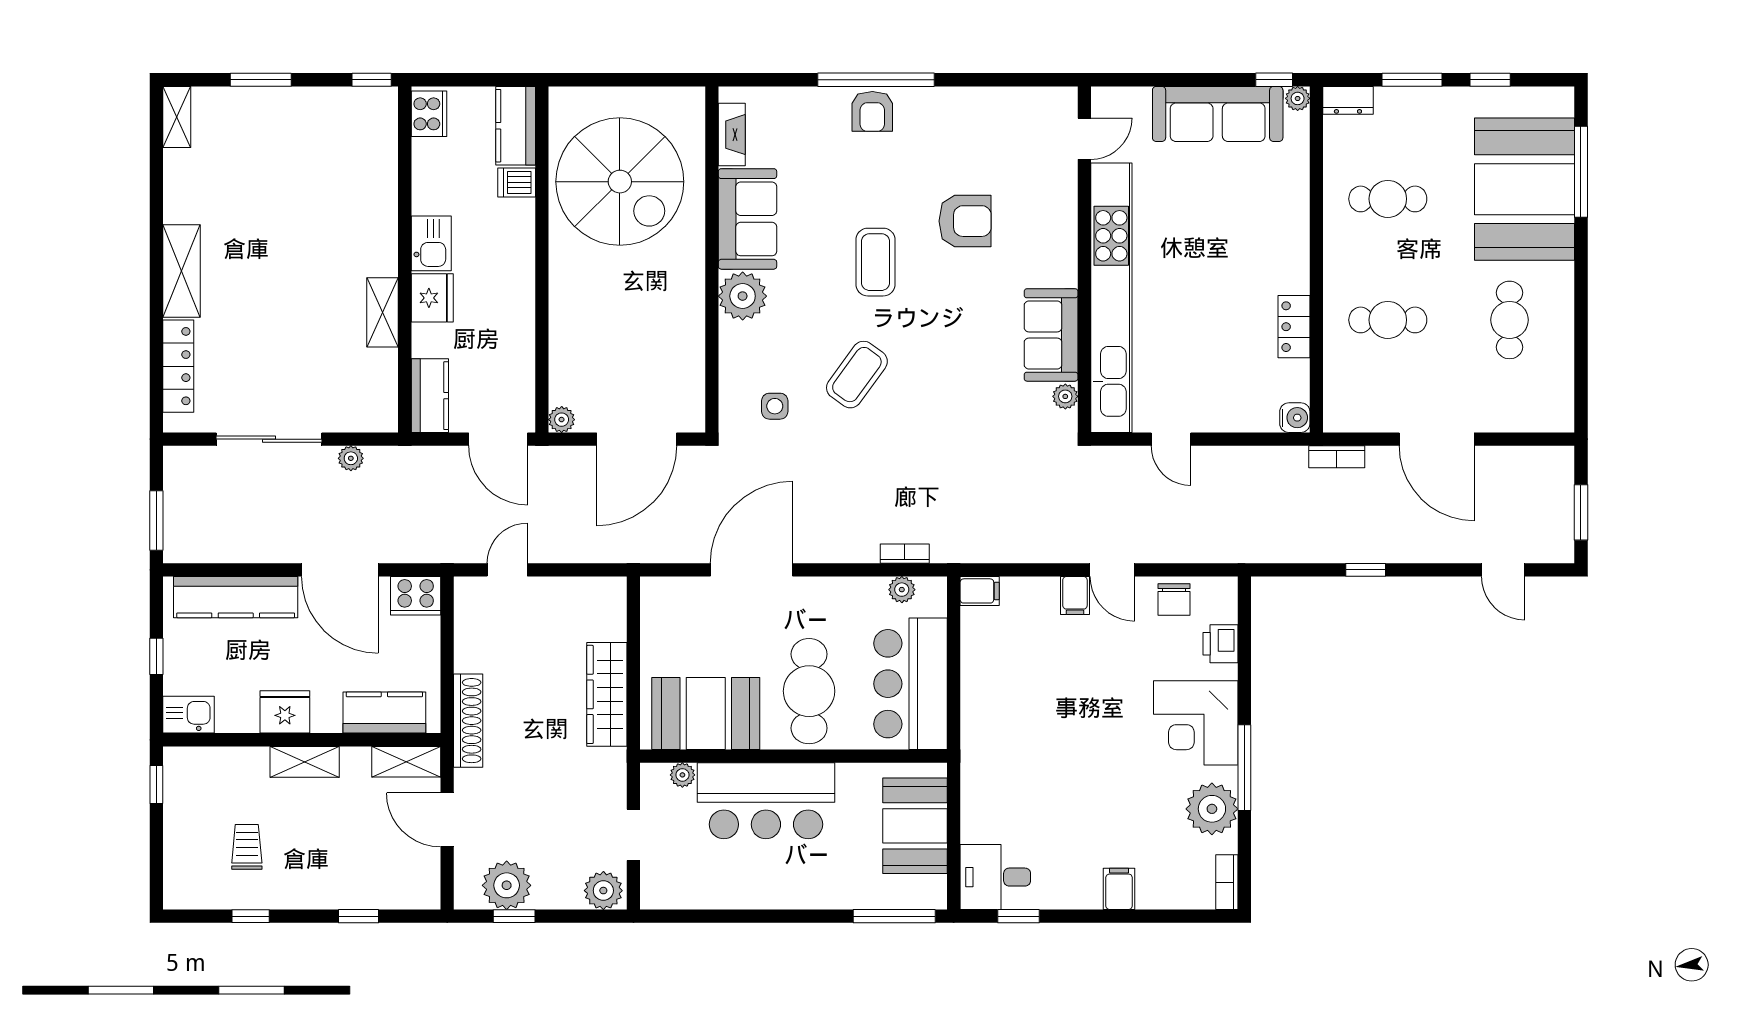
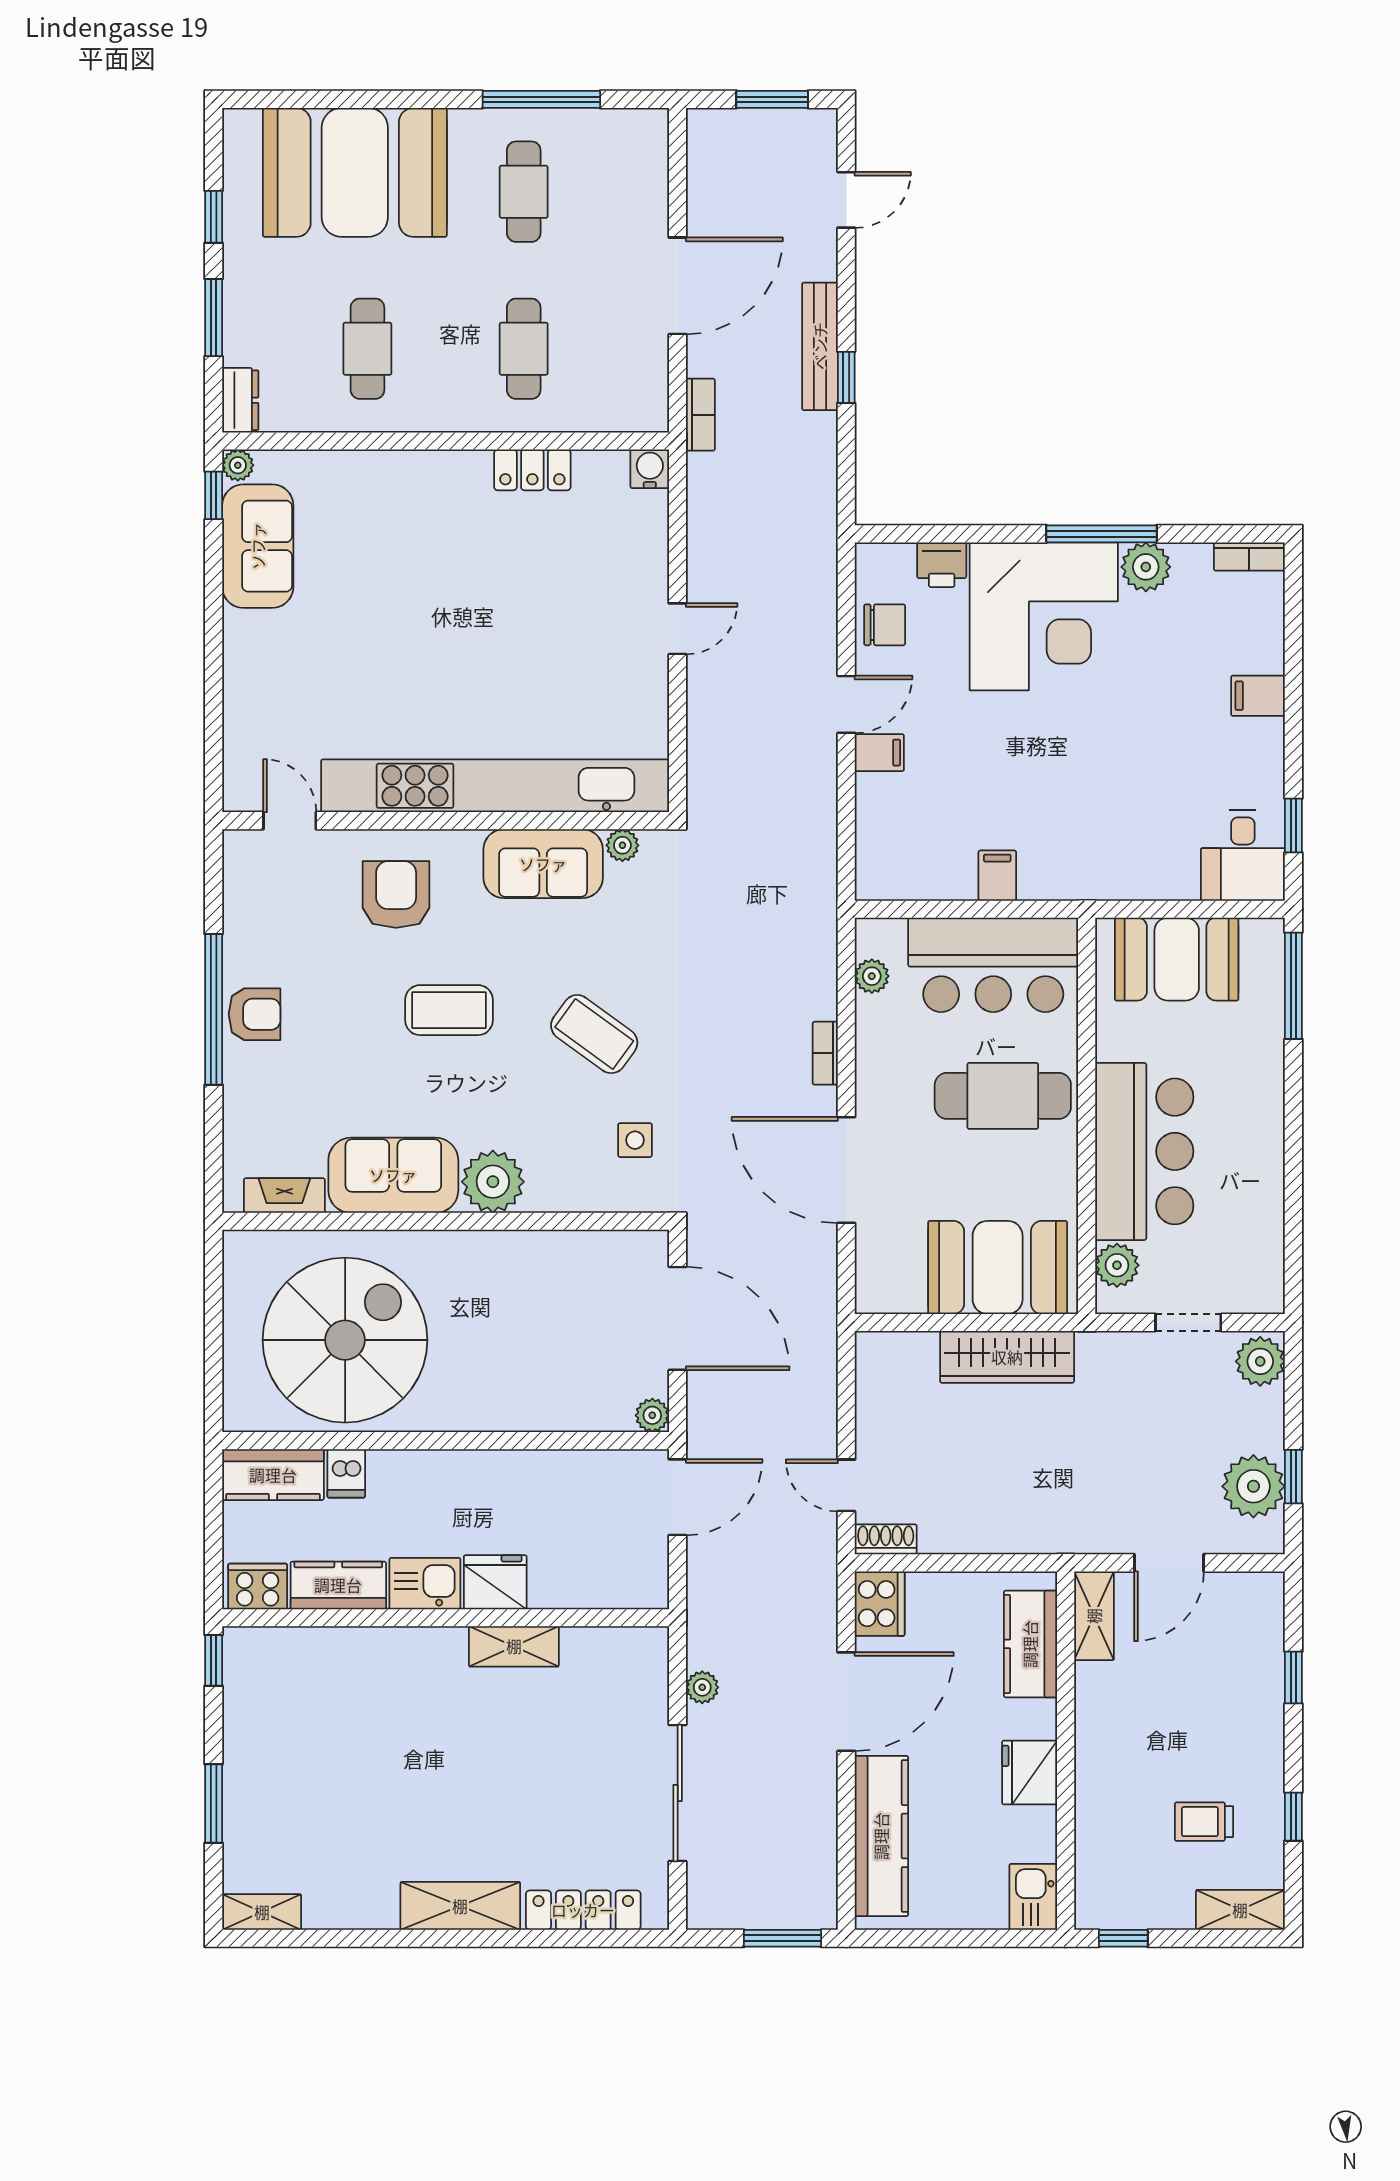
sofa: (1218, 114) -> (258, 546), width x0.73
door: (1084, 139) -> (290, 821), moved
window: (1581, 172) -> (541, 99), moved
wall: (1084, 259) -> (446, 821), moved
kitchen unit: (1111, 298) -> (495, 786), moved
cafe table: (1509, 320) -> (524, 192), turned 90
sofa: (1051, 335) -> (543, 864), moved
kitchen counter: (430, 396) -> (338, 1585), moved
plant: (1065, 396) -> (622, 845), moved
bench: (1390, 549) -> (820, 346), added
bookcase: (905, 554) -> (825, 1053), moved
filing cabinet: (980, 591) -> (997, 876), moved
window: (156, 656) -> (958, 1938), removed
booth: (706, 713) -> (998, 1267), moved, turned 90
shoe rack: (468, 721) -> (886, 1539), moved, width x0.51, depth x0.81
corner desk: (1196, 723) -> (1044, 616), width x1.36, depth x1.36
shelving: (305, 762) -> (1240, 1910), moved, turned 90
plant: (682, 775) -> (1117, 1265), width x1.38, depth x1.38
plant: (1212, 809) -> (1146, 567), width x0.73, depth x0.73

